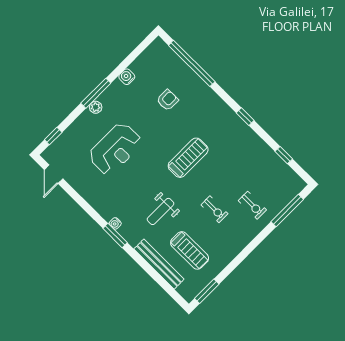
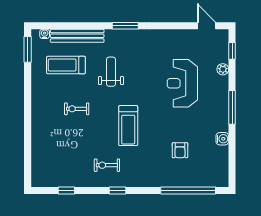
plant: (96, 107) -> (223, 69), moved
exercise bike: (252, 205) -> (107, 165), moved
window: (287, 210) -> (28, 156), removed
water cooler: (115, 223) -> (45, 34), moved

